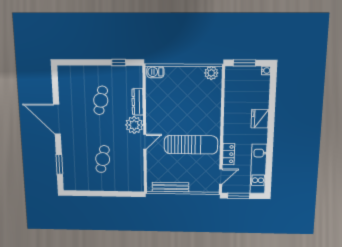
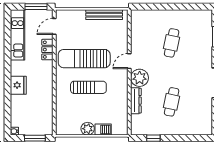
barbecue: (155, 72) -> (103, 130), moved
plant: (211, 73) -> (88, 129), moved
sun lounger: (187, 116) -> (88, 87), added

